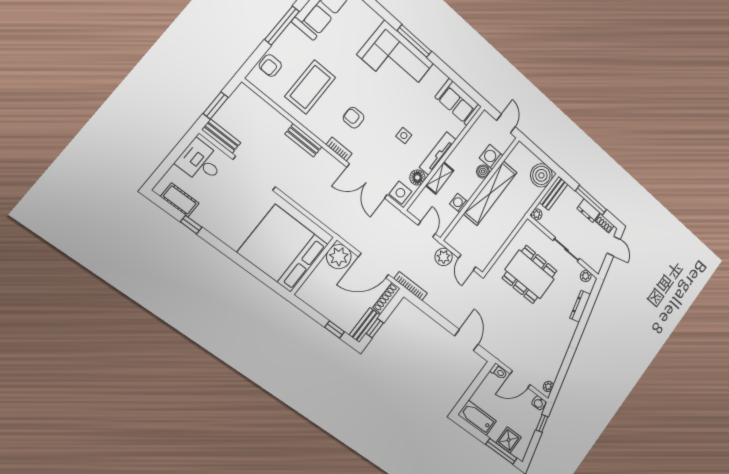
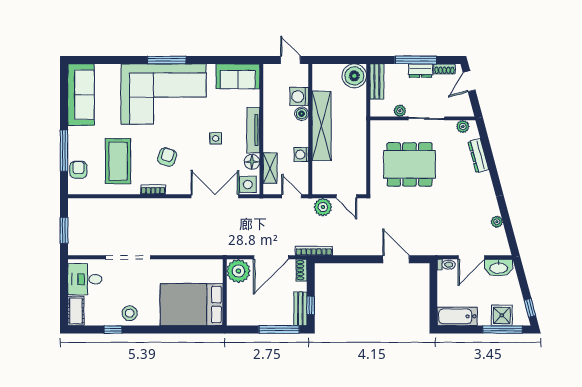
window: (282, 26) -> (64, 151), moved
corner sofa: (396, 59) -> (164, 94), width x1.36, depth x1.36
armchair: (270, 65) -> (78, 170), turned 180
armchair: (354, 118) -> (167, 157), turned 109
bench: (221, 136) -> (85, 249), removed
bench: (303, 140) -> (144, 205), removed
bookcase: (339, 149) -> (153, 190), moved
shelving: (440, 178) -> (270, 168), moved
double door: (367, 181) -> (215, 196), swing flipped
cot: (180, 200) -> (76, 311), moved, turned 90
plant: (537, 214) -> (400, 111), moved
stool: (218, 222) -> (130, 313), added
door: (614, 246) -> (469, 81), swing flipped
bed: (283, 248) -> (192, 305), width x0.73
shoe rack: (387, 298) -> (302, 270), width x0.70
window: (335, 329) -> (279, 330), width x2.17
plant: (548, 386) -> (497, 222), moved
washbasin: (539, 403) -> (499, 268), width x1.91, depth x1.45
window: (542, 423) -> (530, 308), moved

